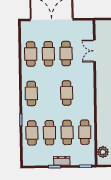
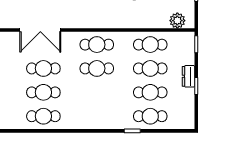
double door: (94, 51) -> (40, 30), width x1.37
cafe table: (31, 93) -> (97, 45), moved

